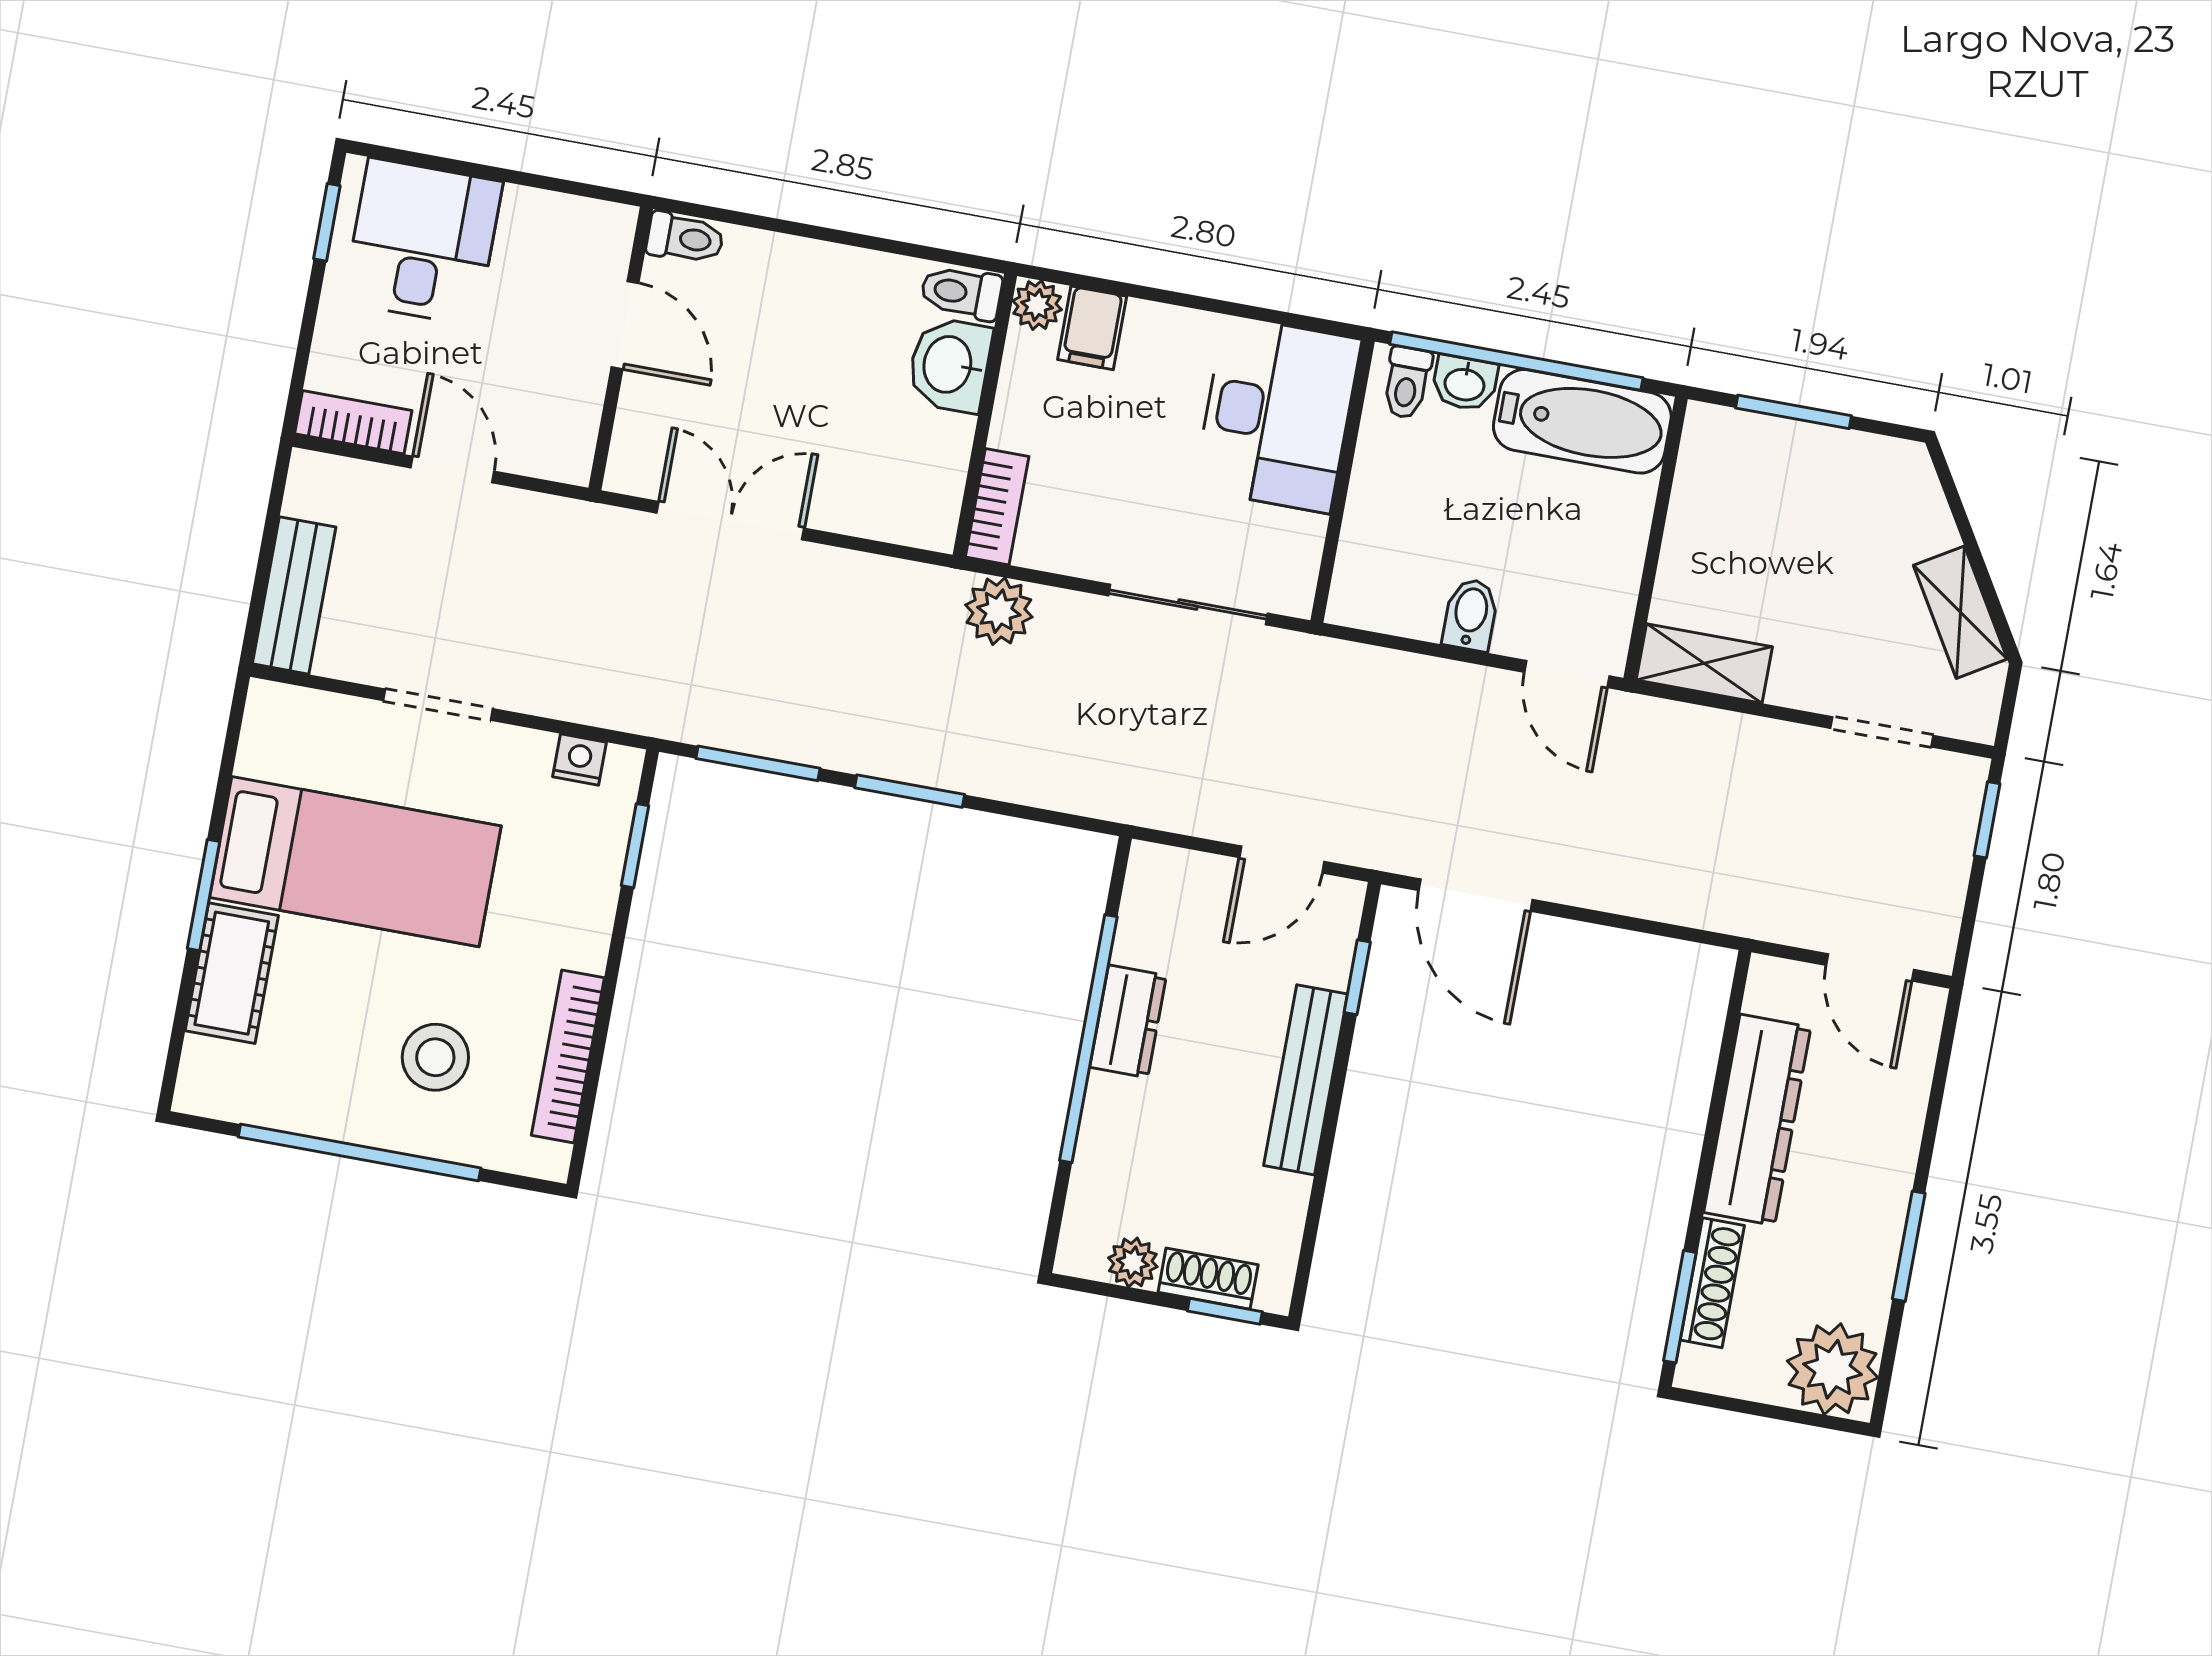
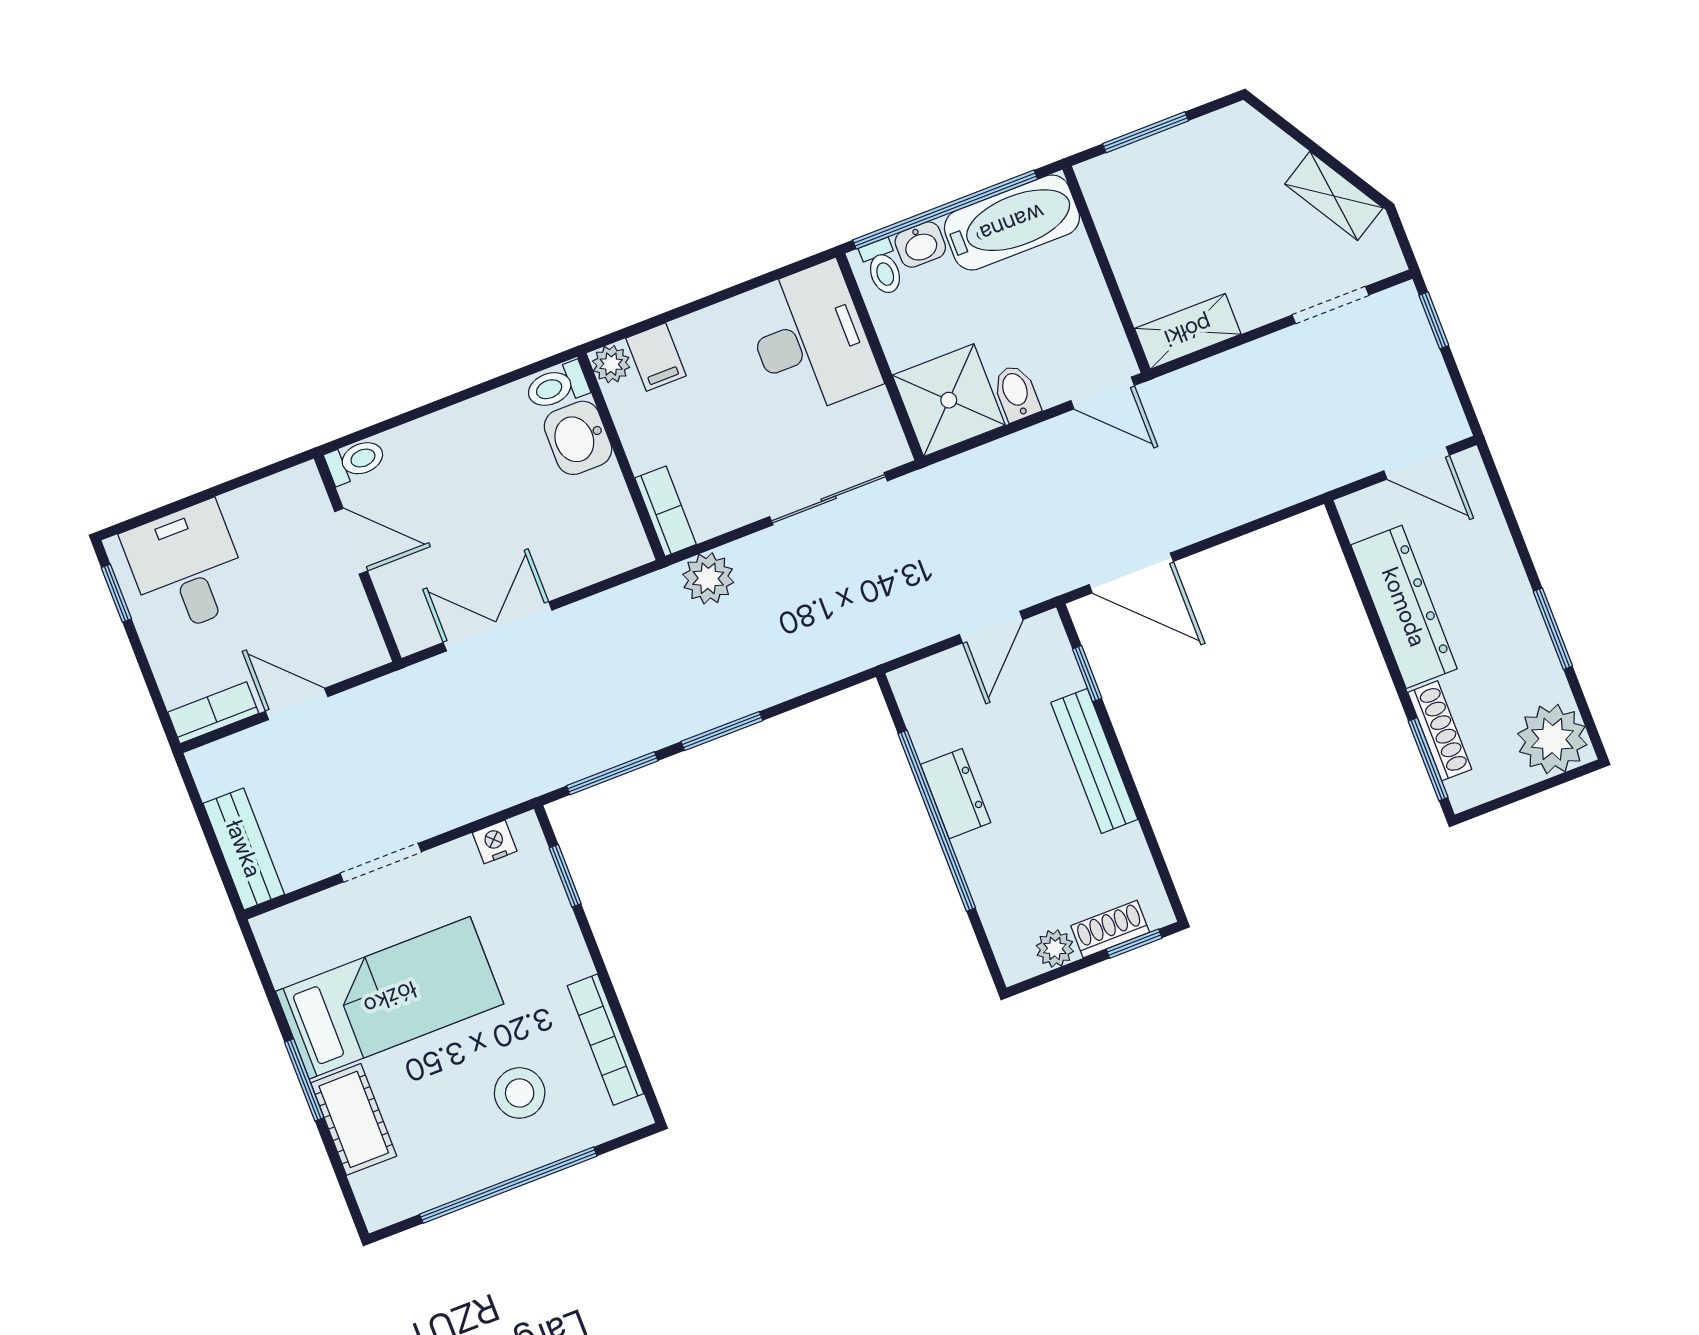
shower: (1390, 577) -> (949, 400), added

